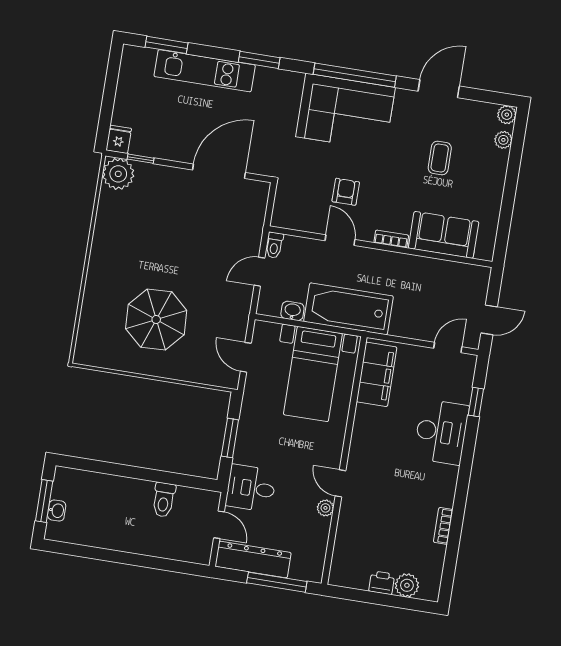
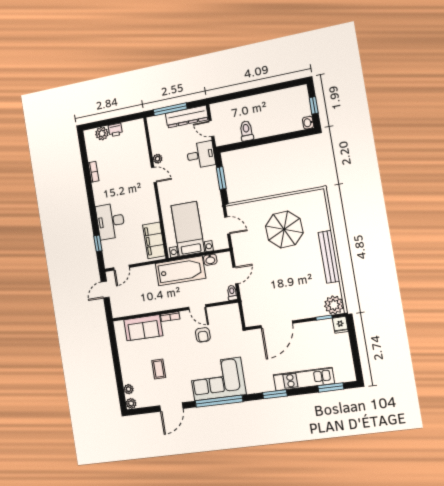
bench: (100, 253) -> (329, 257), added
window: (44, 501) -> (314, 105), width x0.67
washbasin: (57, 511) -> (308, 123), moved

